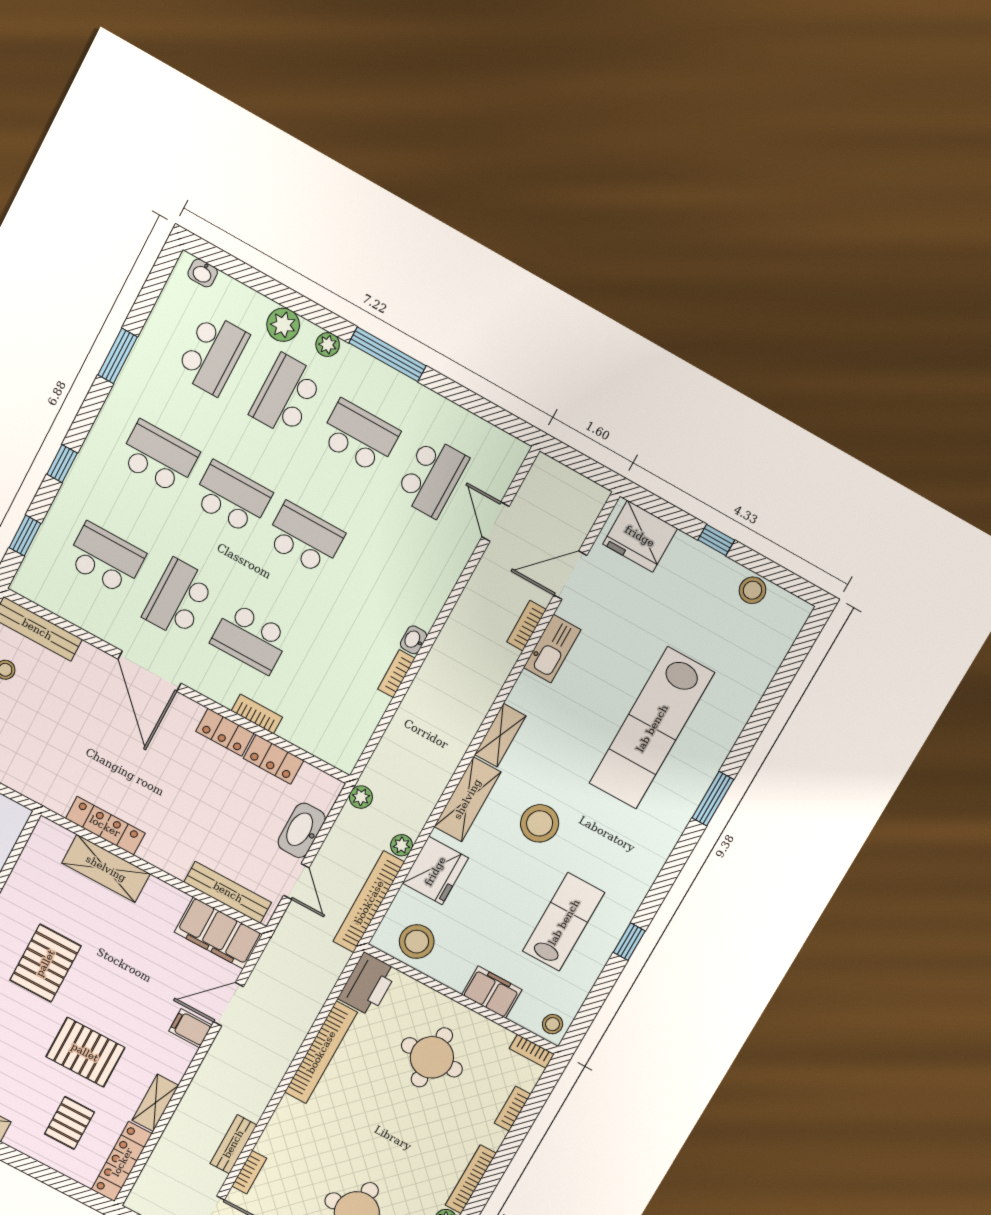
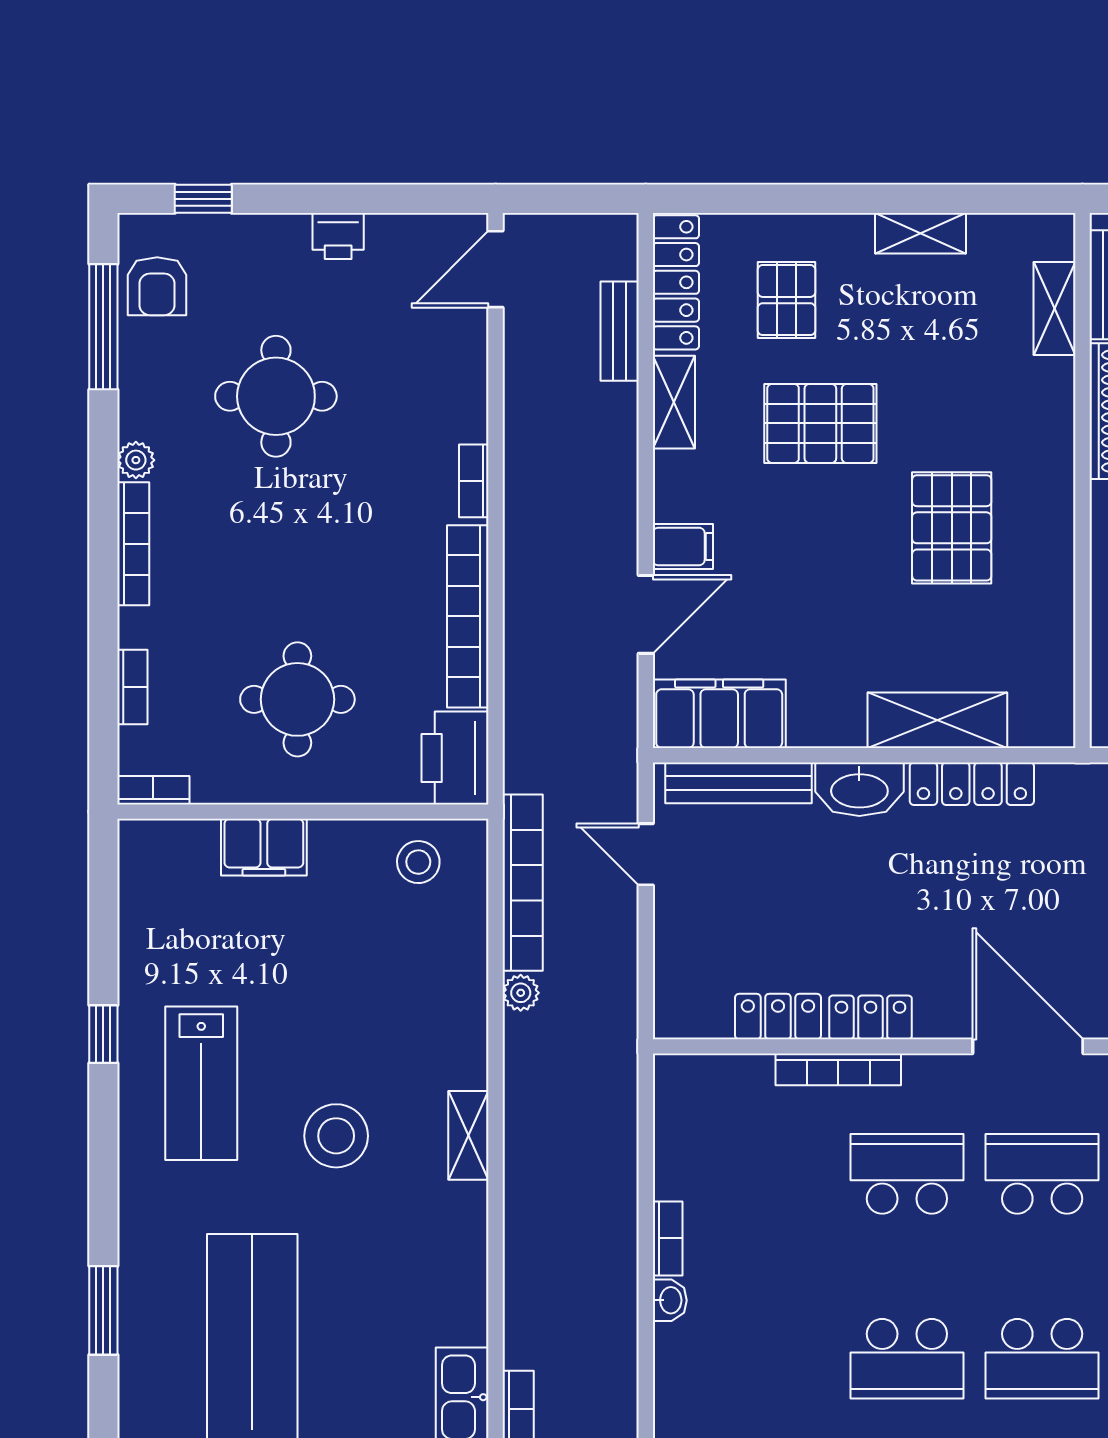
school desk: (178, 598) -> (1042, 1174), turned -90
bookcase: (257, 714) -> (838, 1069), width x1.56
shelving: (500, 735) -> (467, 1232), removed
plant: (361, 797) -> (620, 1031), removed
shelving: (467, 799) -> (468, 1135), width x0.67, depth x0.75
washbasin: (302, 830) -> (859, 789), moved, turned 90
fridge: (435, 871) -> (450, 983), removed
lab bench: (564, 922) -> (201, 1083), moved
stool: (417, 942) -> (418, 862), width x0.73, depth x0.73
stool: (553, 1024) -> (146, 848), removed
bench: (233, 1144) -> (620, 331), moved
bookcase: (249, 1172) -> (474, 481), moved

